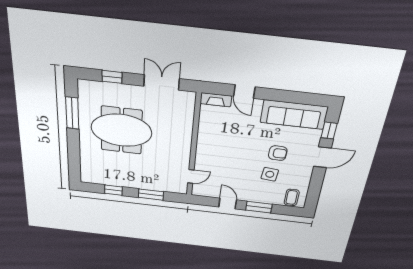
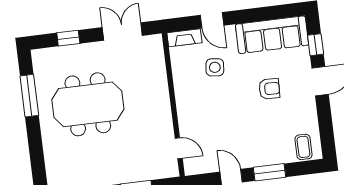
side table: (270, 174) -> (215, 67), moved
door: (191, 176) -> (179, 148), hinge flipped

